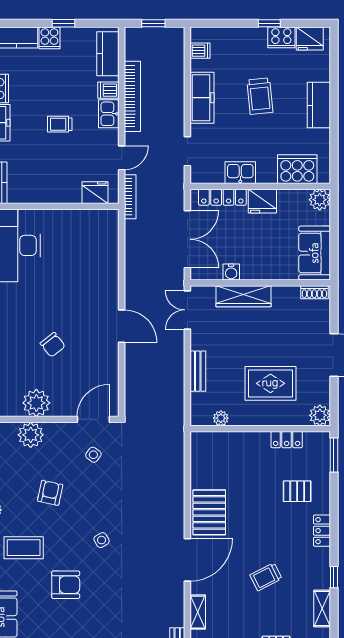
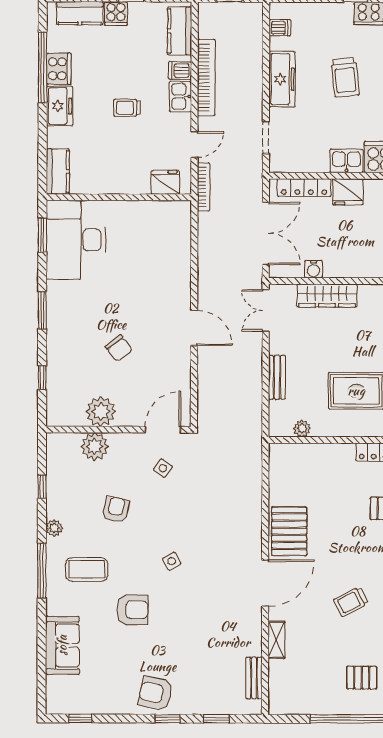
kitchen sink: (240, 173) -> (346, 161), moved

